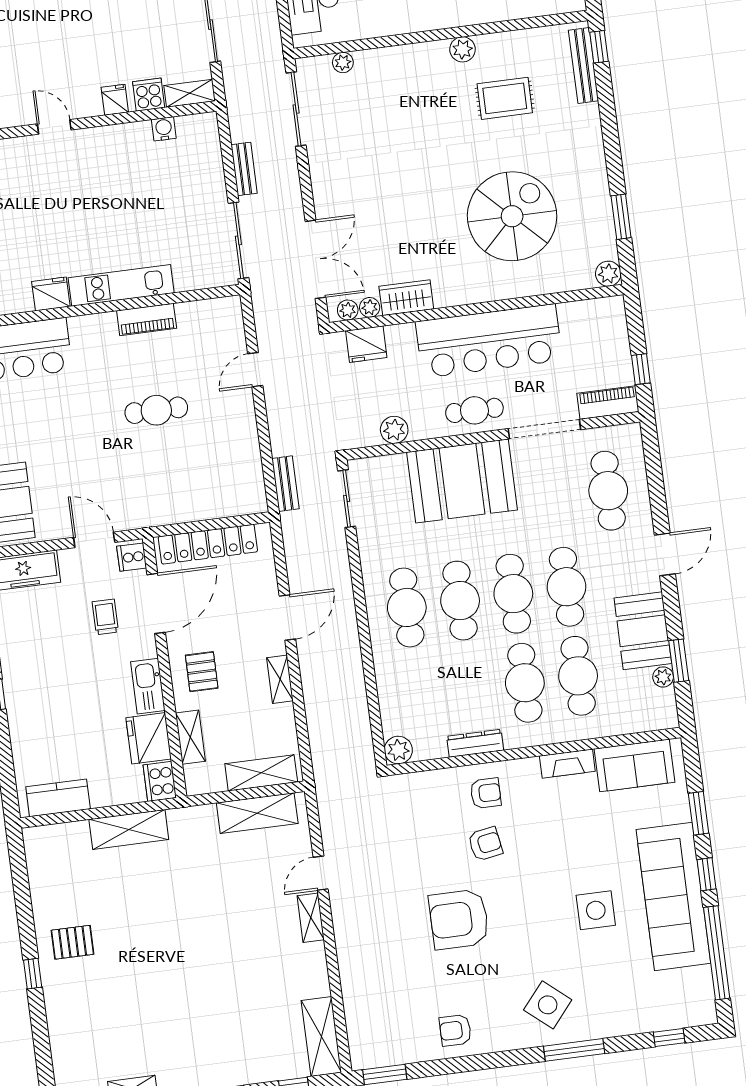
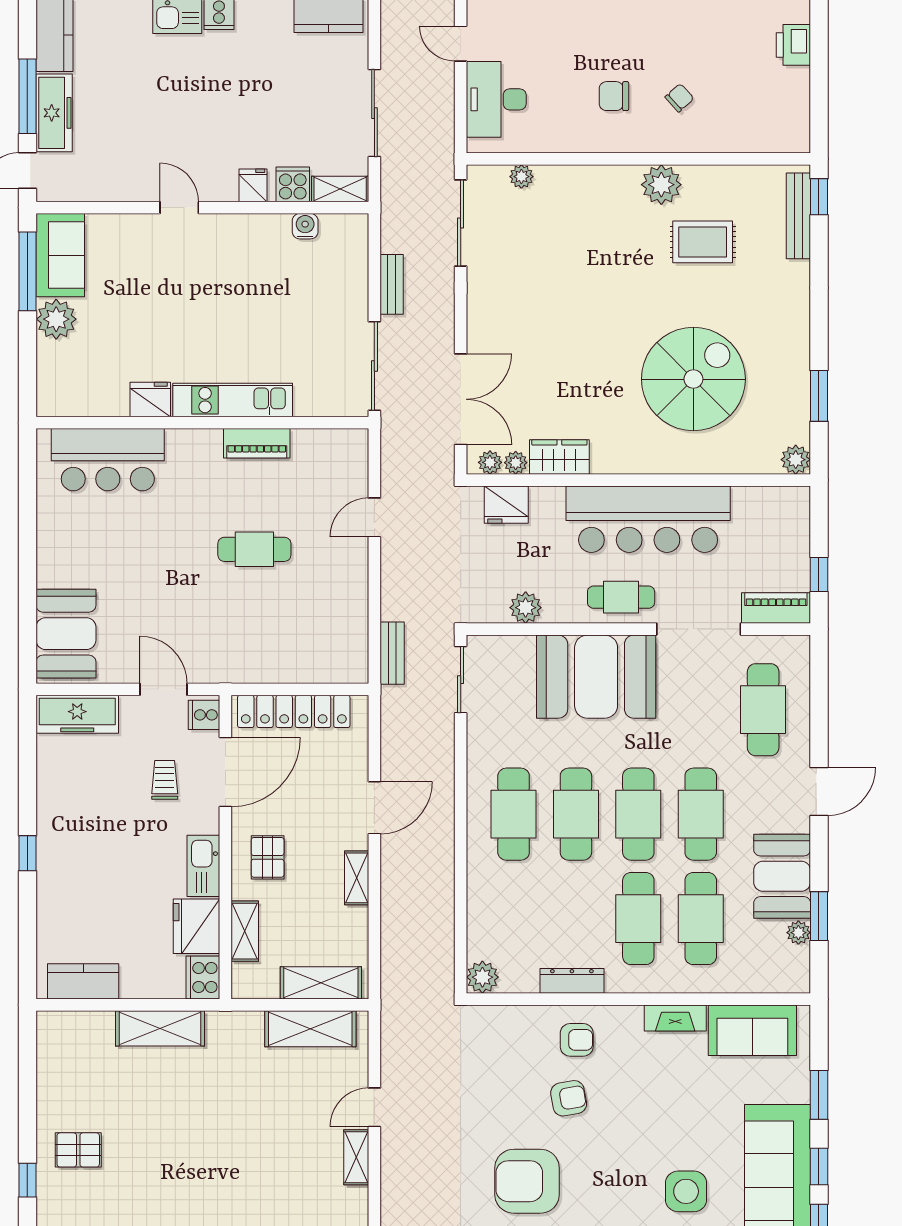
plant: (462, 49) -> (661, 185), width x1.36, depth x1.36

